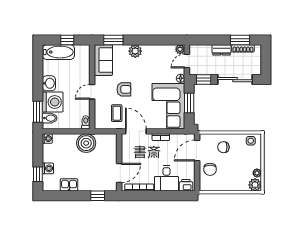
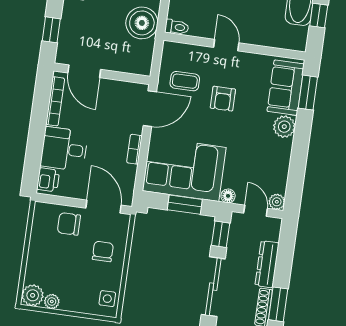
dresser: (221, 50) -> (267, 264), width x1.44
sofa: (103, 60) -> (286, 88), moved, turned 90

